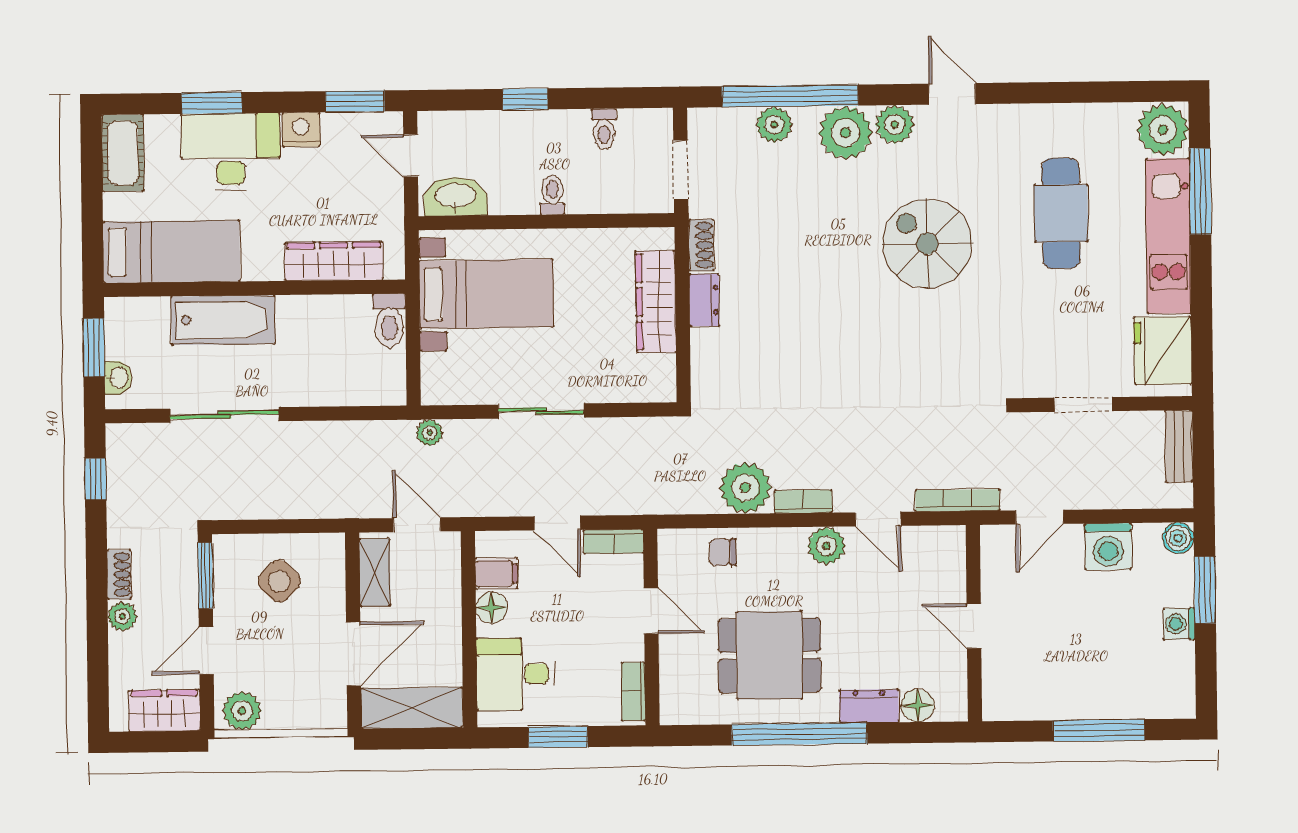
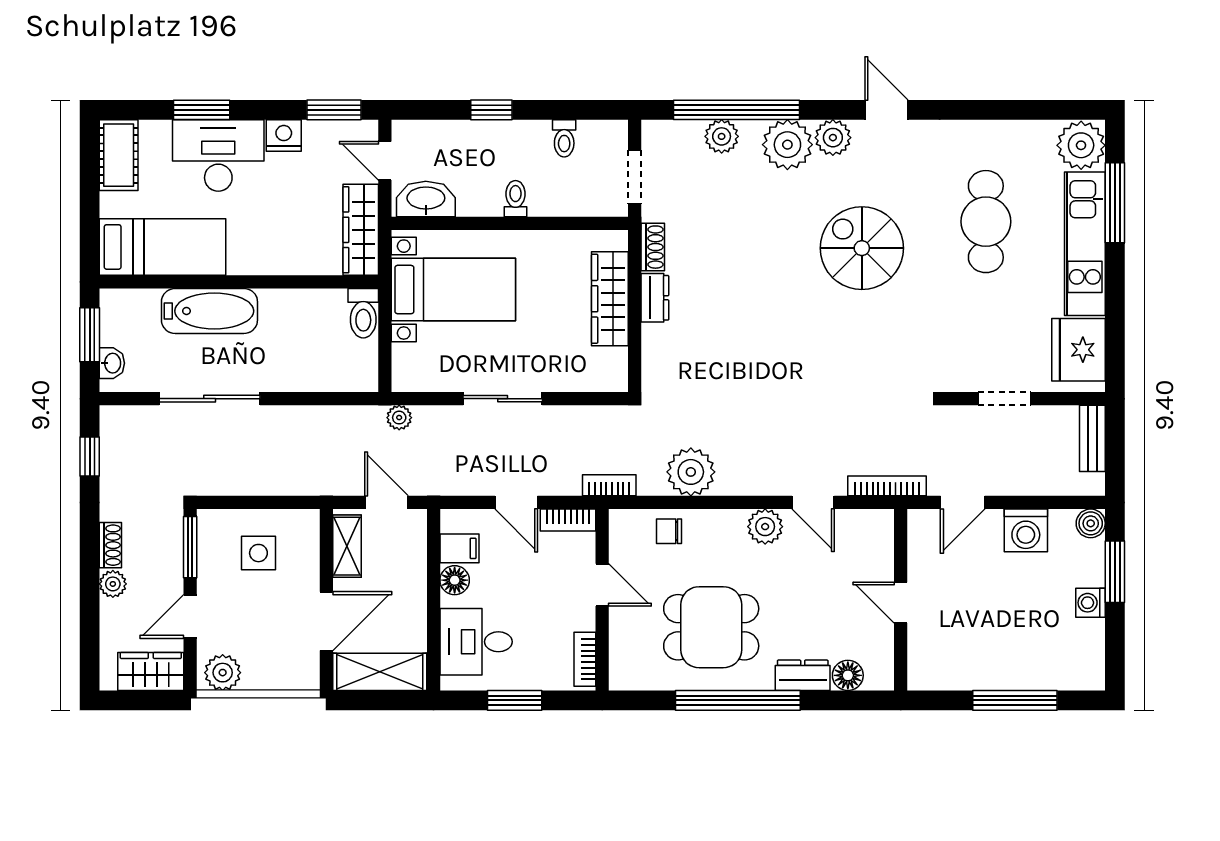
wardrobe: (334, 261) -> (361, 230), moved, turned -90
bookcase: (803, 502) -> (609, 485), moved
side table: (279, 581) -> (258, 553), turned 45

